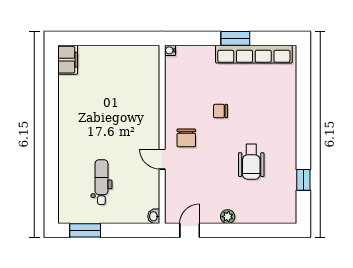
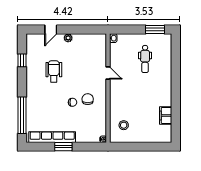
filing cabinet: (68, 60) -> (166, 115), moved
stool: (137, 73) -> (124, 125), added
window: (303, 90) -> (22, 115), added
chair: (186, 138) -> (88, 99), moved
door: (190, 230) -> (51, 30), moved

